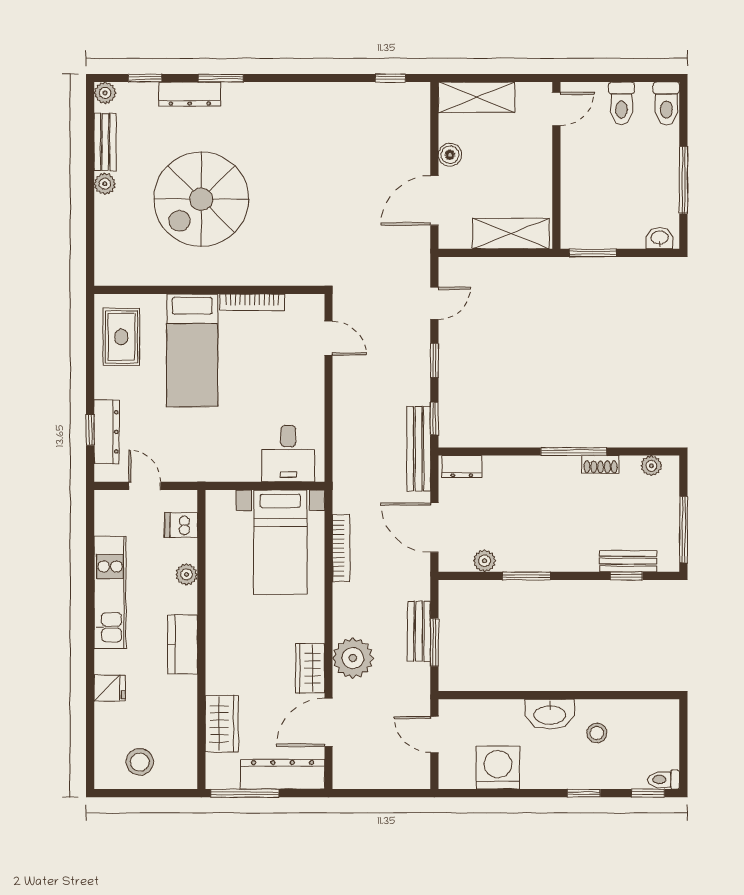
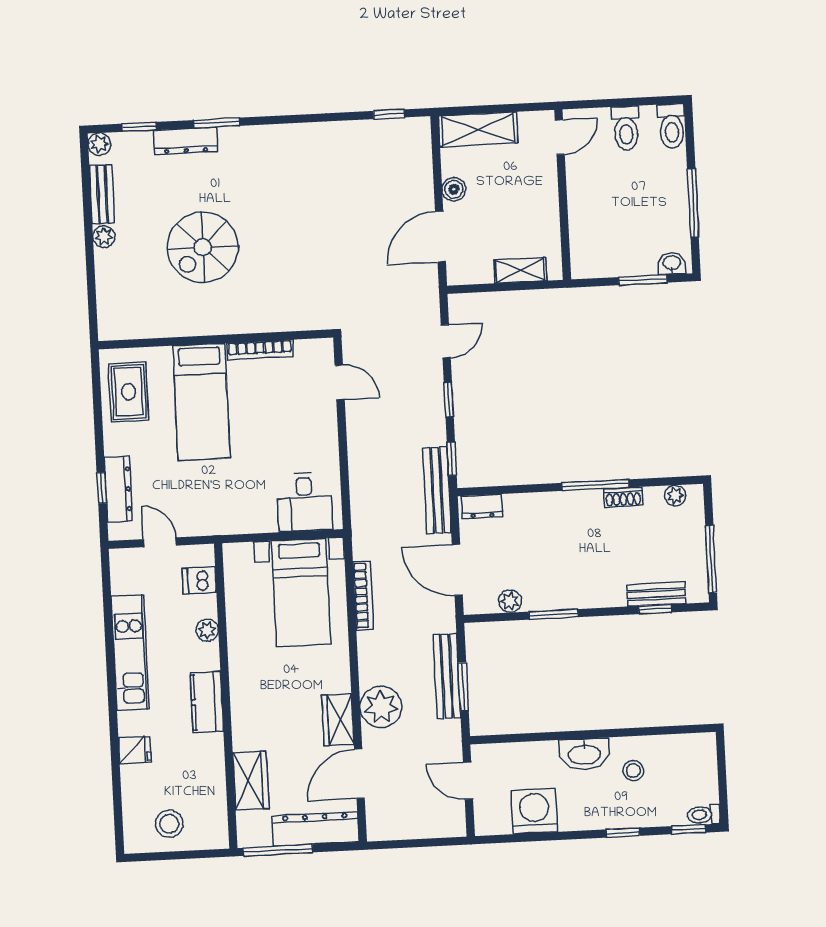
spiral stairs: (201, 199) -> (203, 247), width x0.73, depth x0.73
shelving: (511, 234) -> (520, 270), width x0.67, depth x0.75
window: (593, 253) -> (643, 280), moved
bench: (419, 631) -> (447, 676), width x1.36

